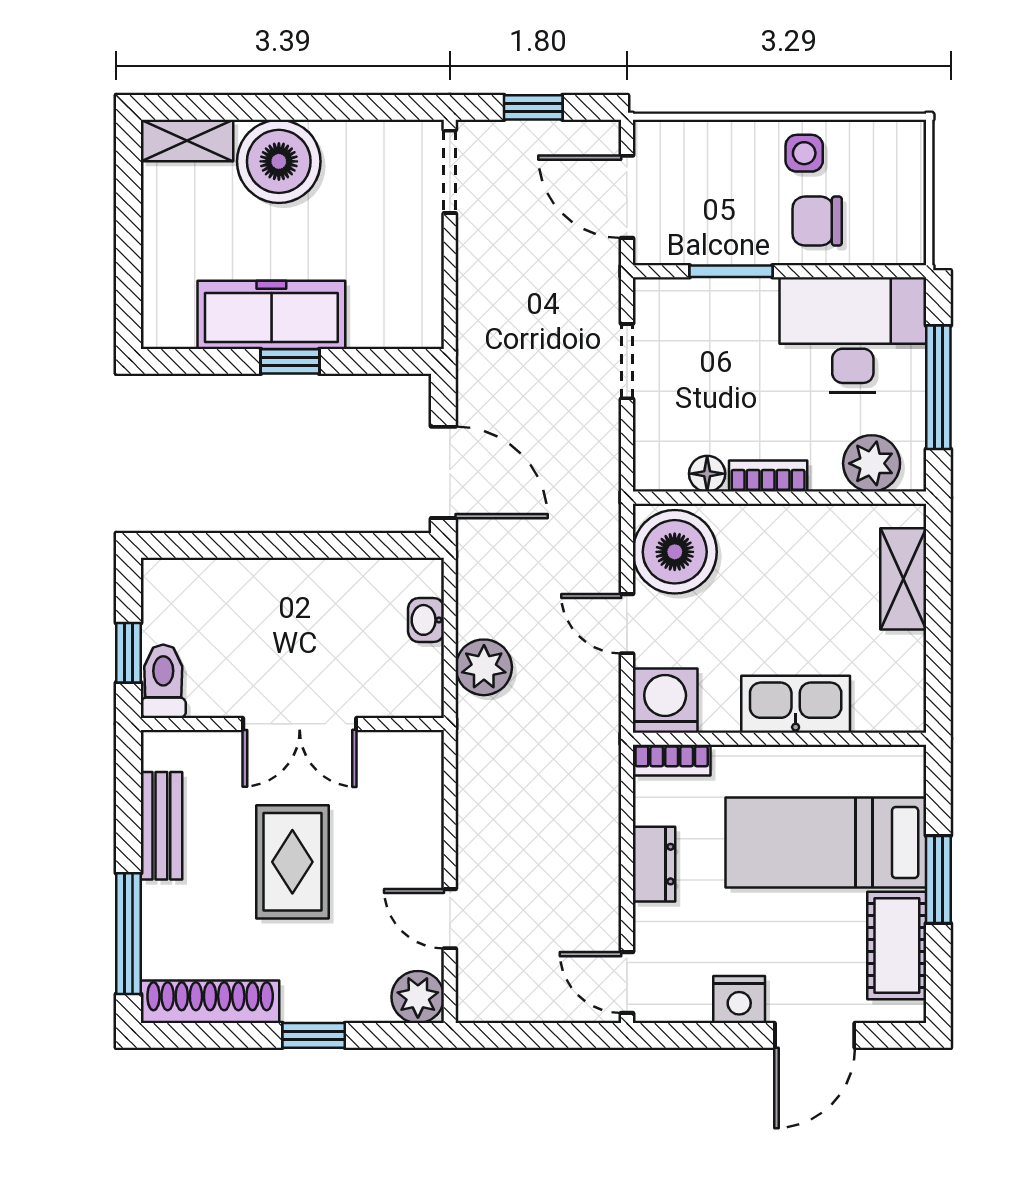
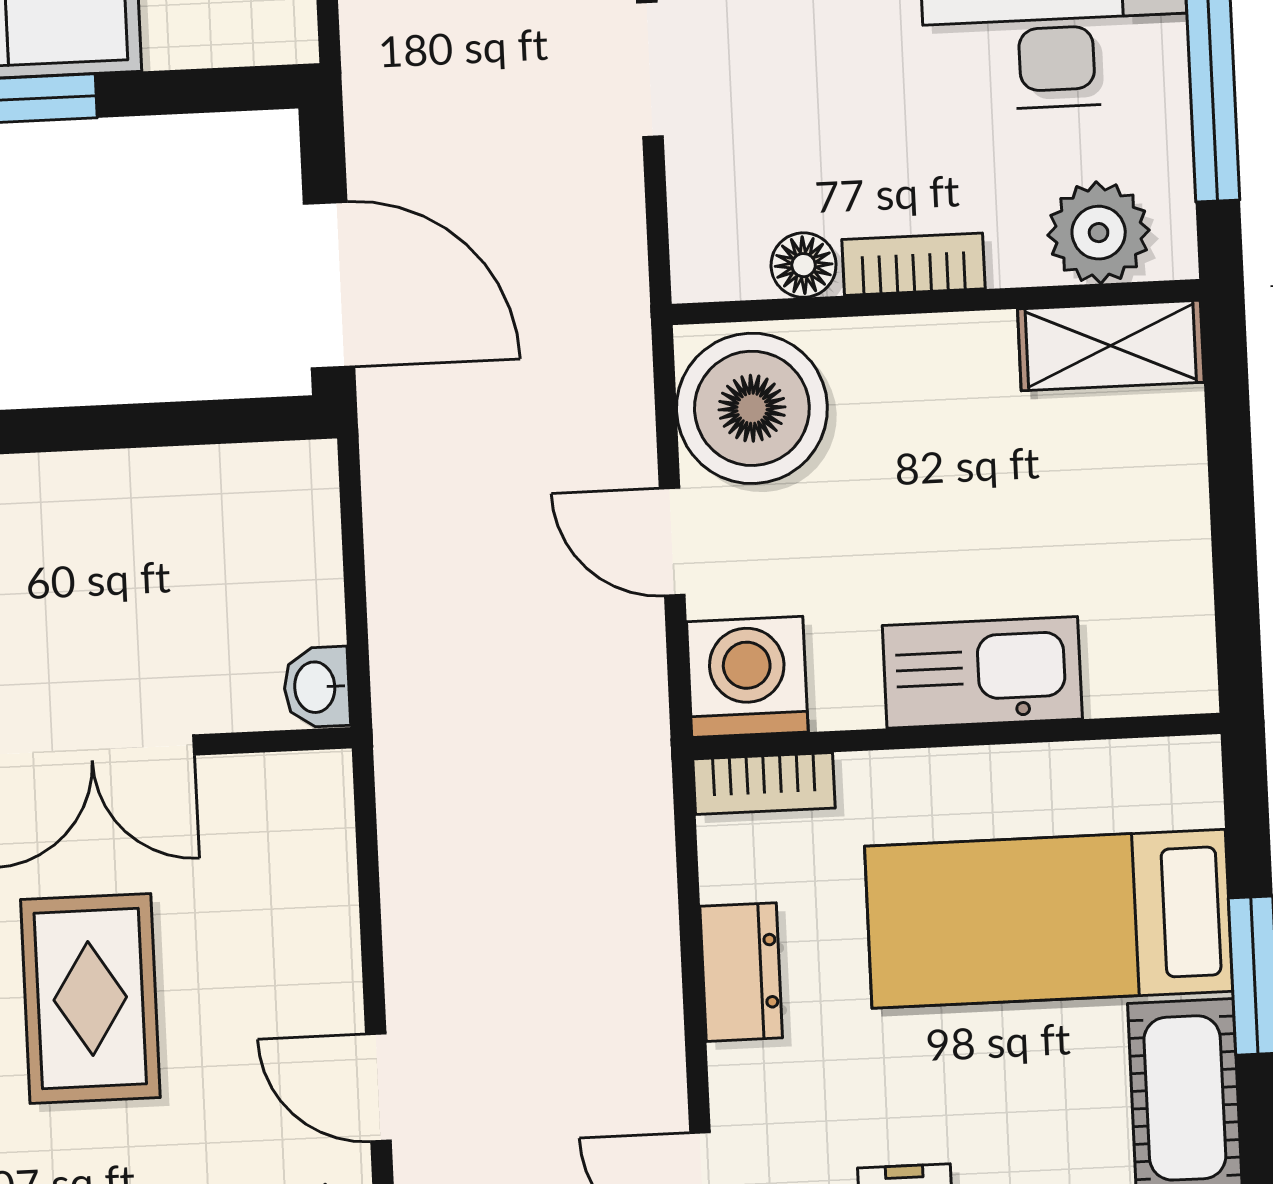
shelving: (903, 579) -> (1111, 346), moved, turned 90
washbasin: (426, 620) -> (317, 687), moved
plant: (484, 667) -> (418, 632), removed

